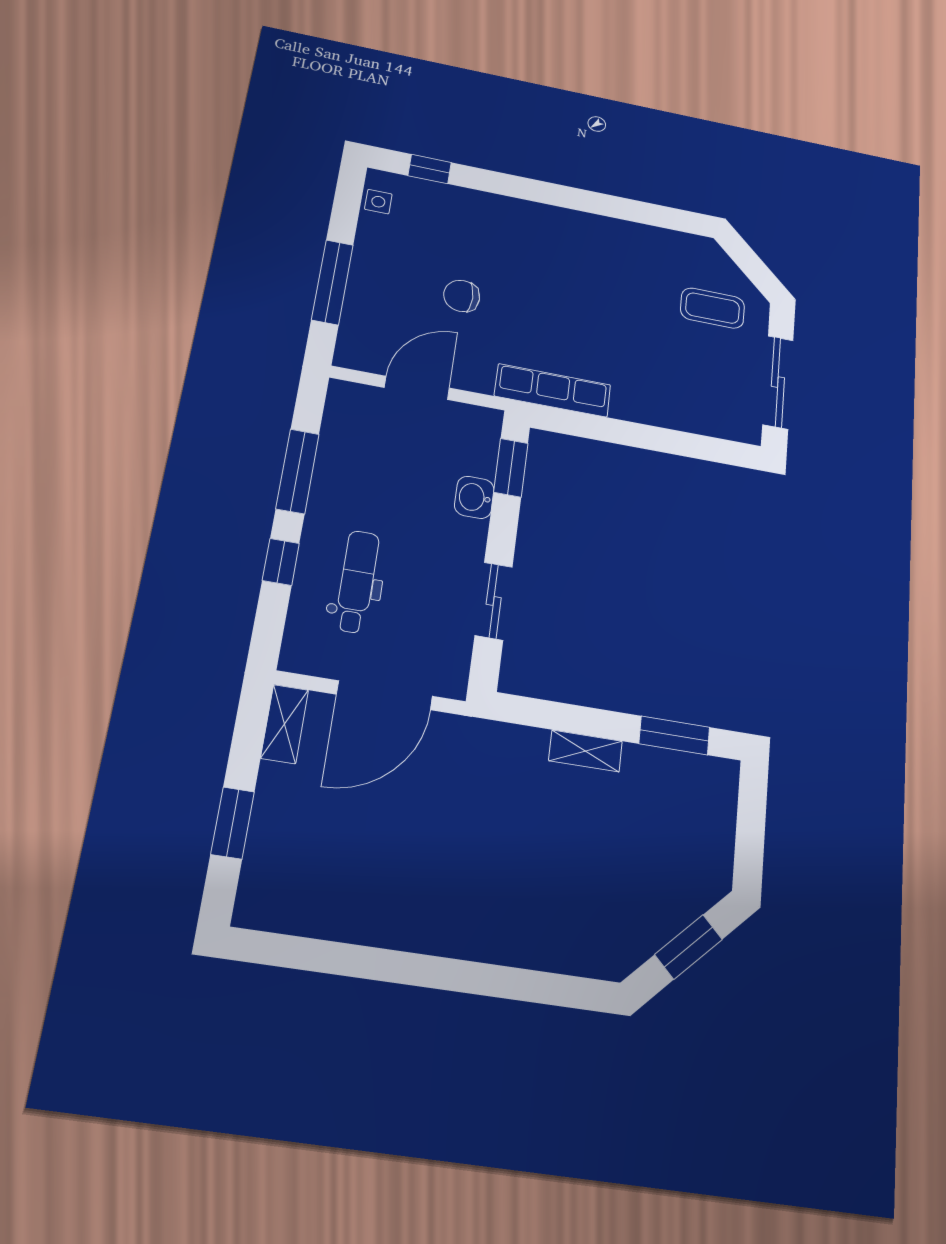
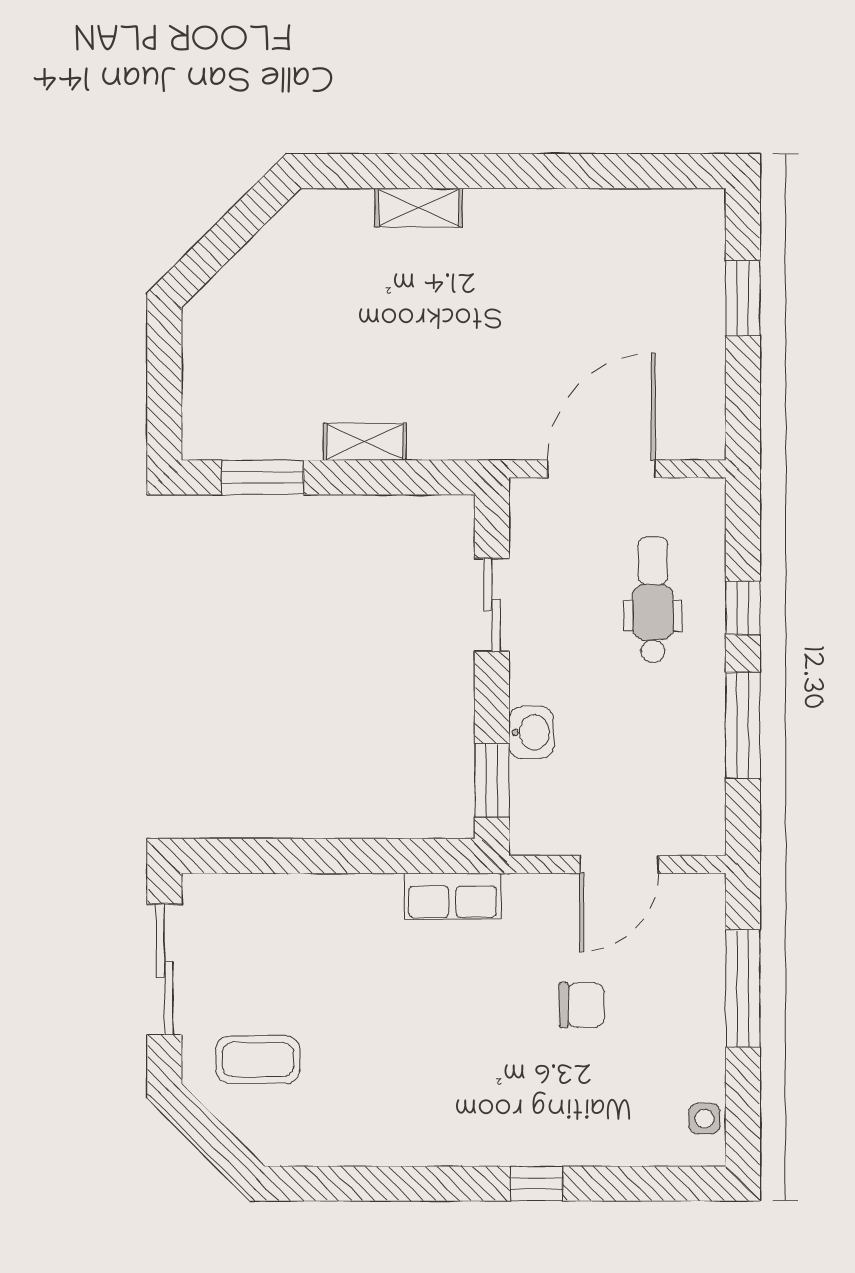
window: (430, 169) -> (537, 1184), moved
row of seats: (553, 390) -> (452, 896), width x0.68
dental chair: (357, 582) -> (653, 600), turned 180
shelving: (285, 724) -> (419, 208), moved, turned 90
window: (689, 947) -> (227, 237), removed

